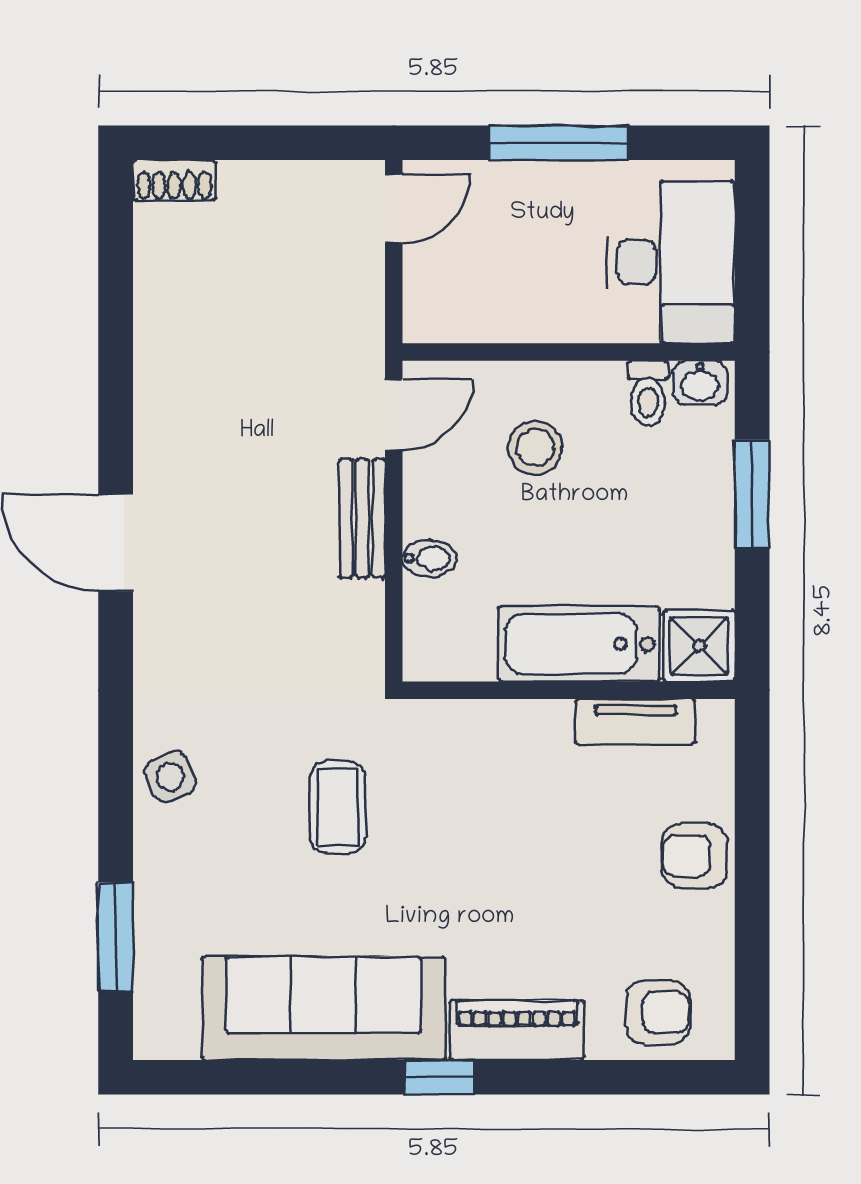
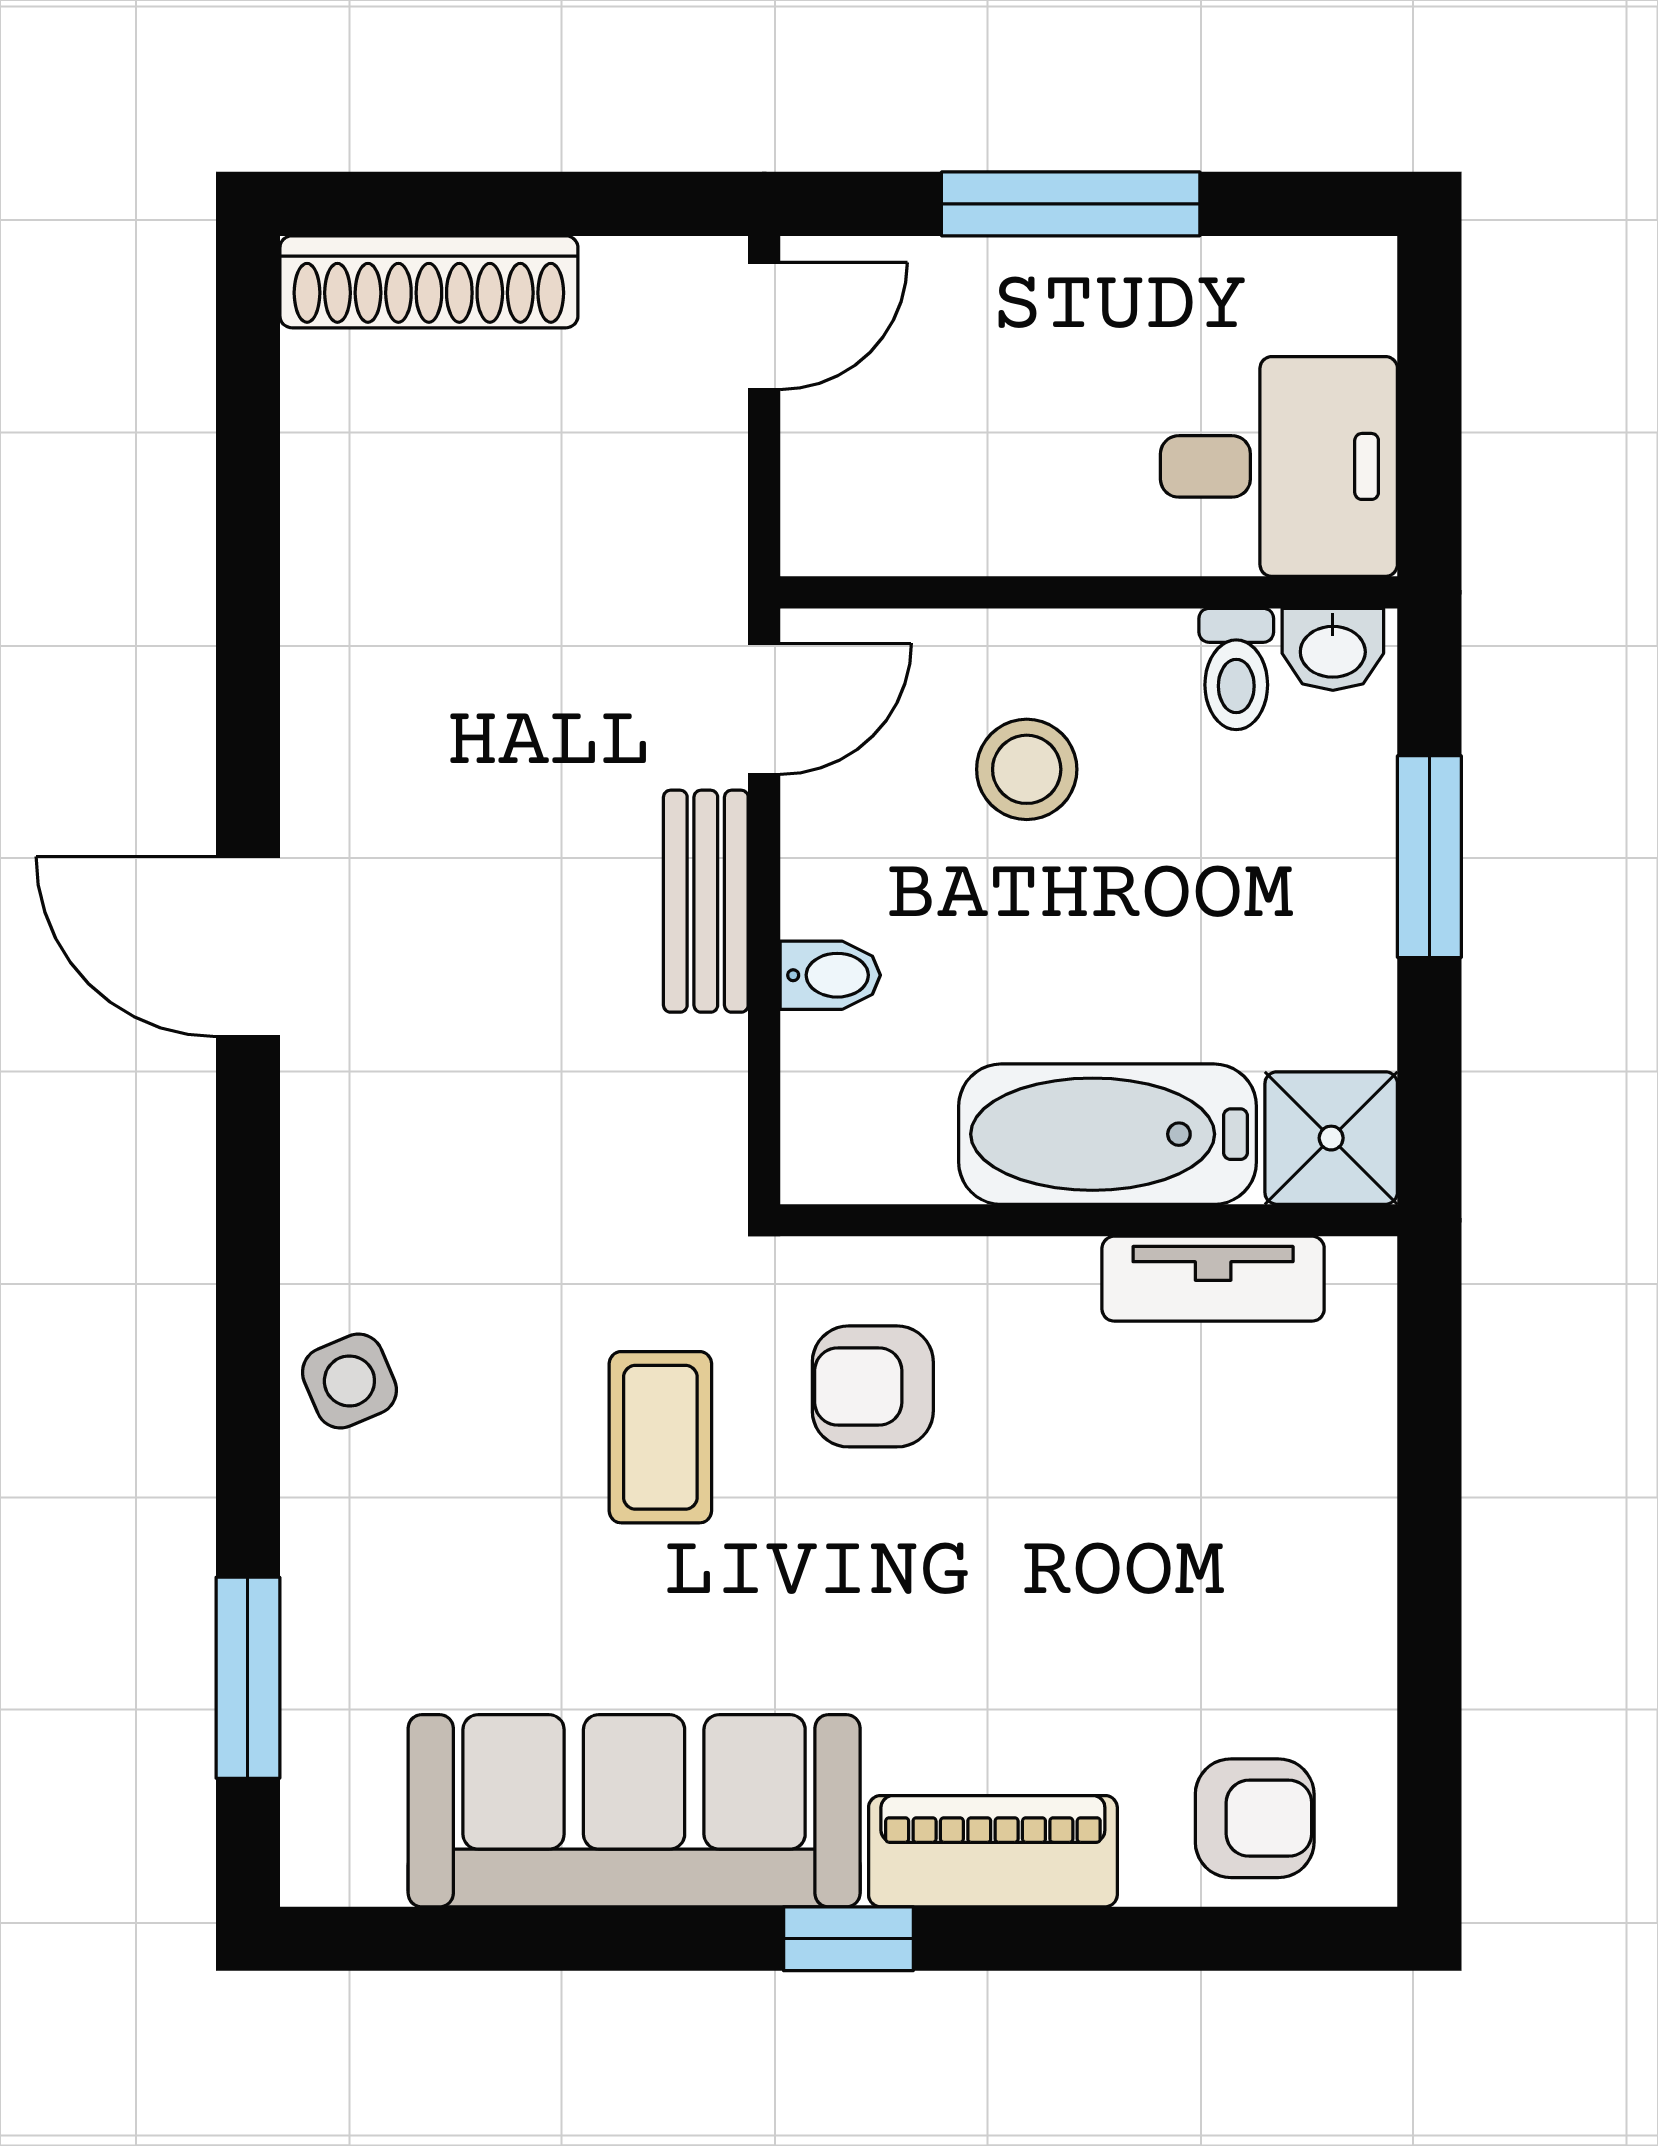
shoe rack: (174, 180) -> (429, 282), width x1.94, depth x1.24
desk: (671, 262) -> (1279, 466), width x0.73
armchair: (695, 856) -> (873, 1386), moved

